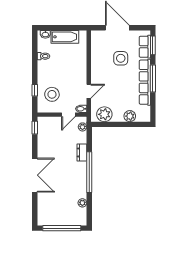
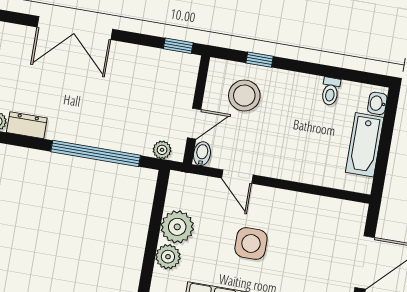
side table: (121, 58) -> (251, 243), moved
plant: (104, 114) -> (177, 227), moved
door: (68, 115) -> (194, 124), swing flipped
dresser: (82, 152) -> (27, 125), moved
window: (89, 172) -> (96, 154), moved

